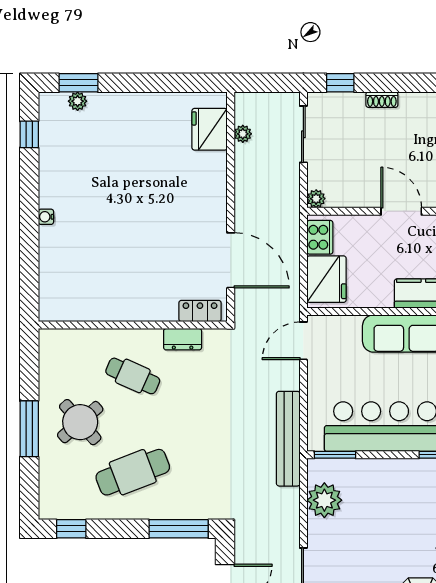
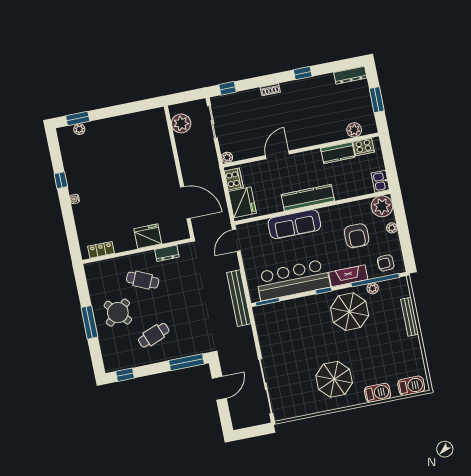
shoe rack: (382, 100) -> (270, 90), moved
fridge: (210, 129) -> (148, 236), moved, turned 90
window: (29, 134) -> (61, 180), moved
plant: (243, 134) -> (181, 123), width x1.88, depth x1.88
door: (401, 211) -> (277, 155), hinge flipped
locker: (200, 311) -> (101, 250), moved
cafe table: (133, 472) -> (154, 335), width x0.73, depth x0.74
plant: (324, 500) -> (267, 329), removed

